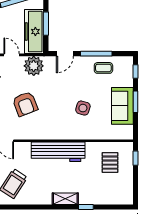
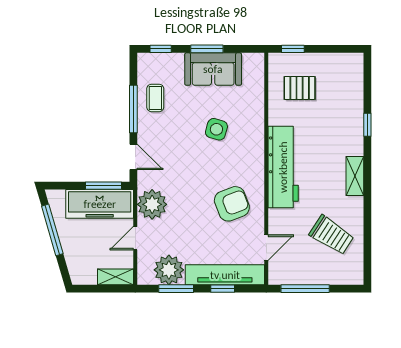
window: (46, 24) -> (104, 186), moved
armchair: (25, 104) -> (232, 204), moved
shelving: (65, 199) -> (355, 176), moved

